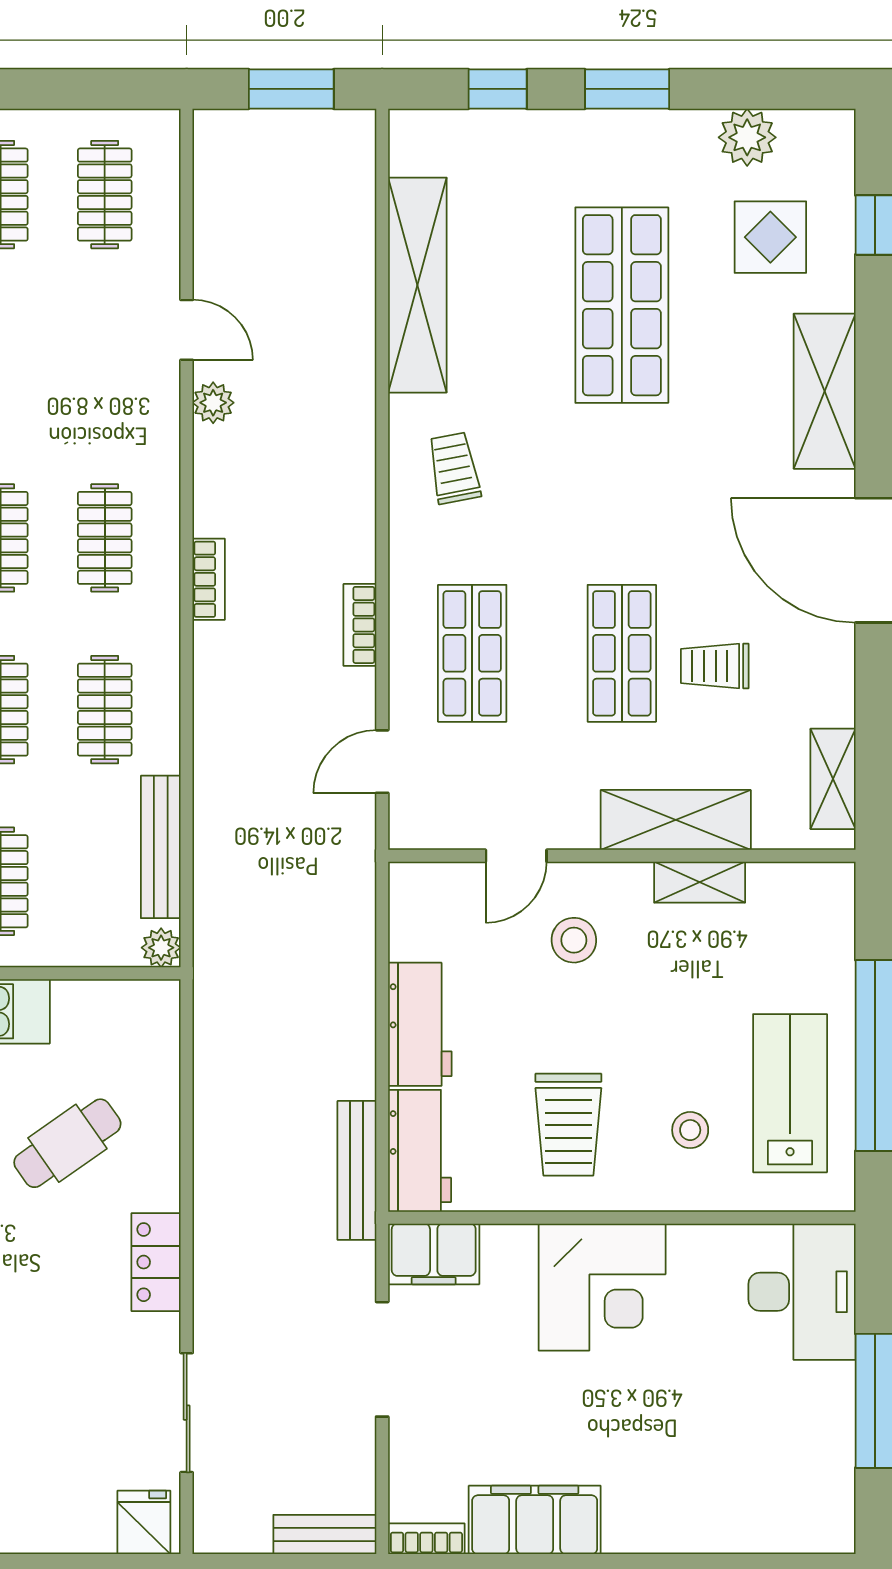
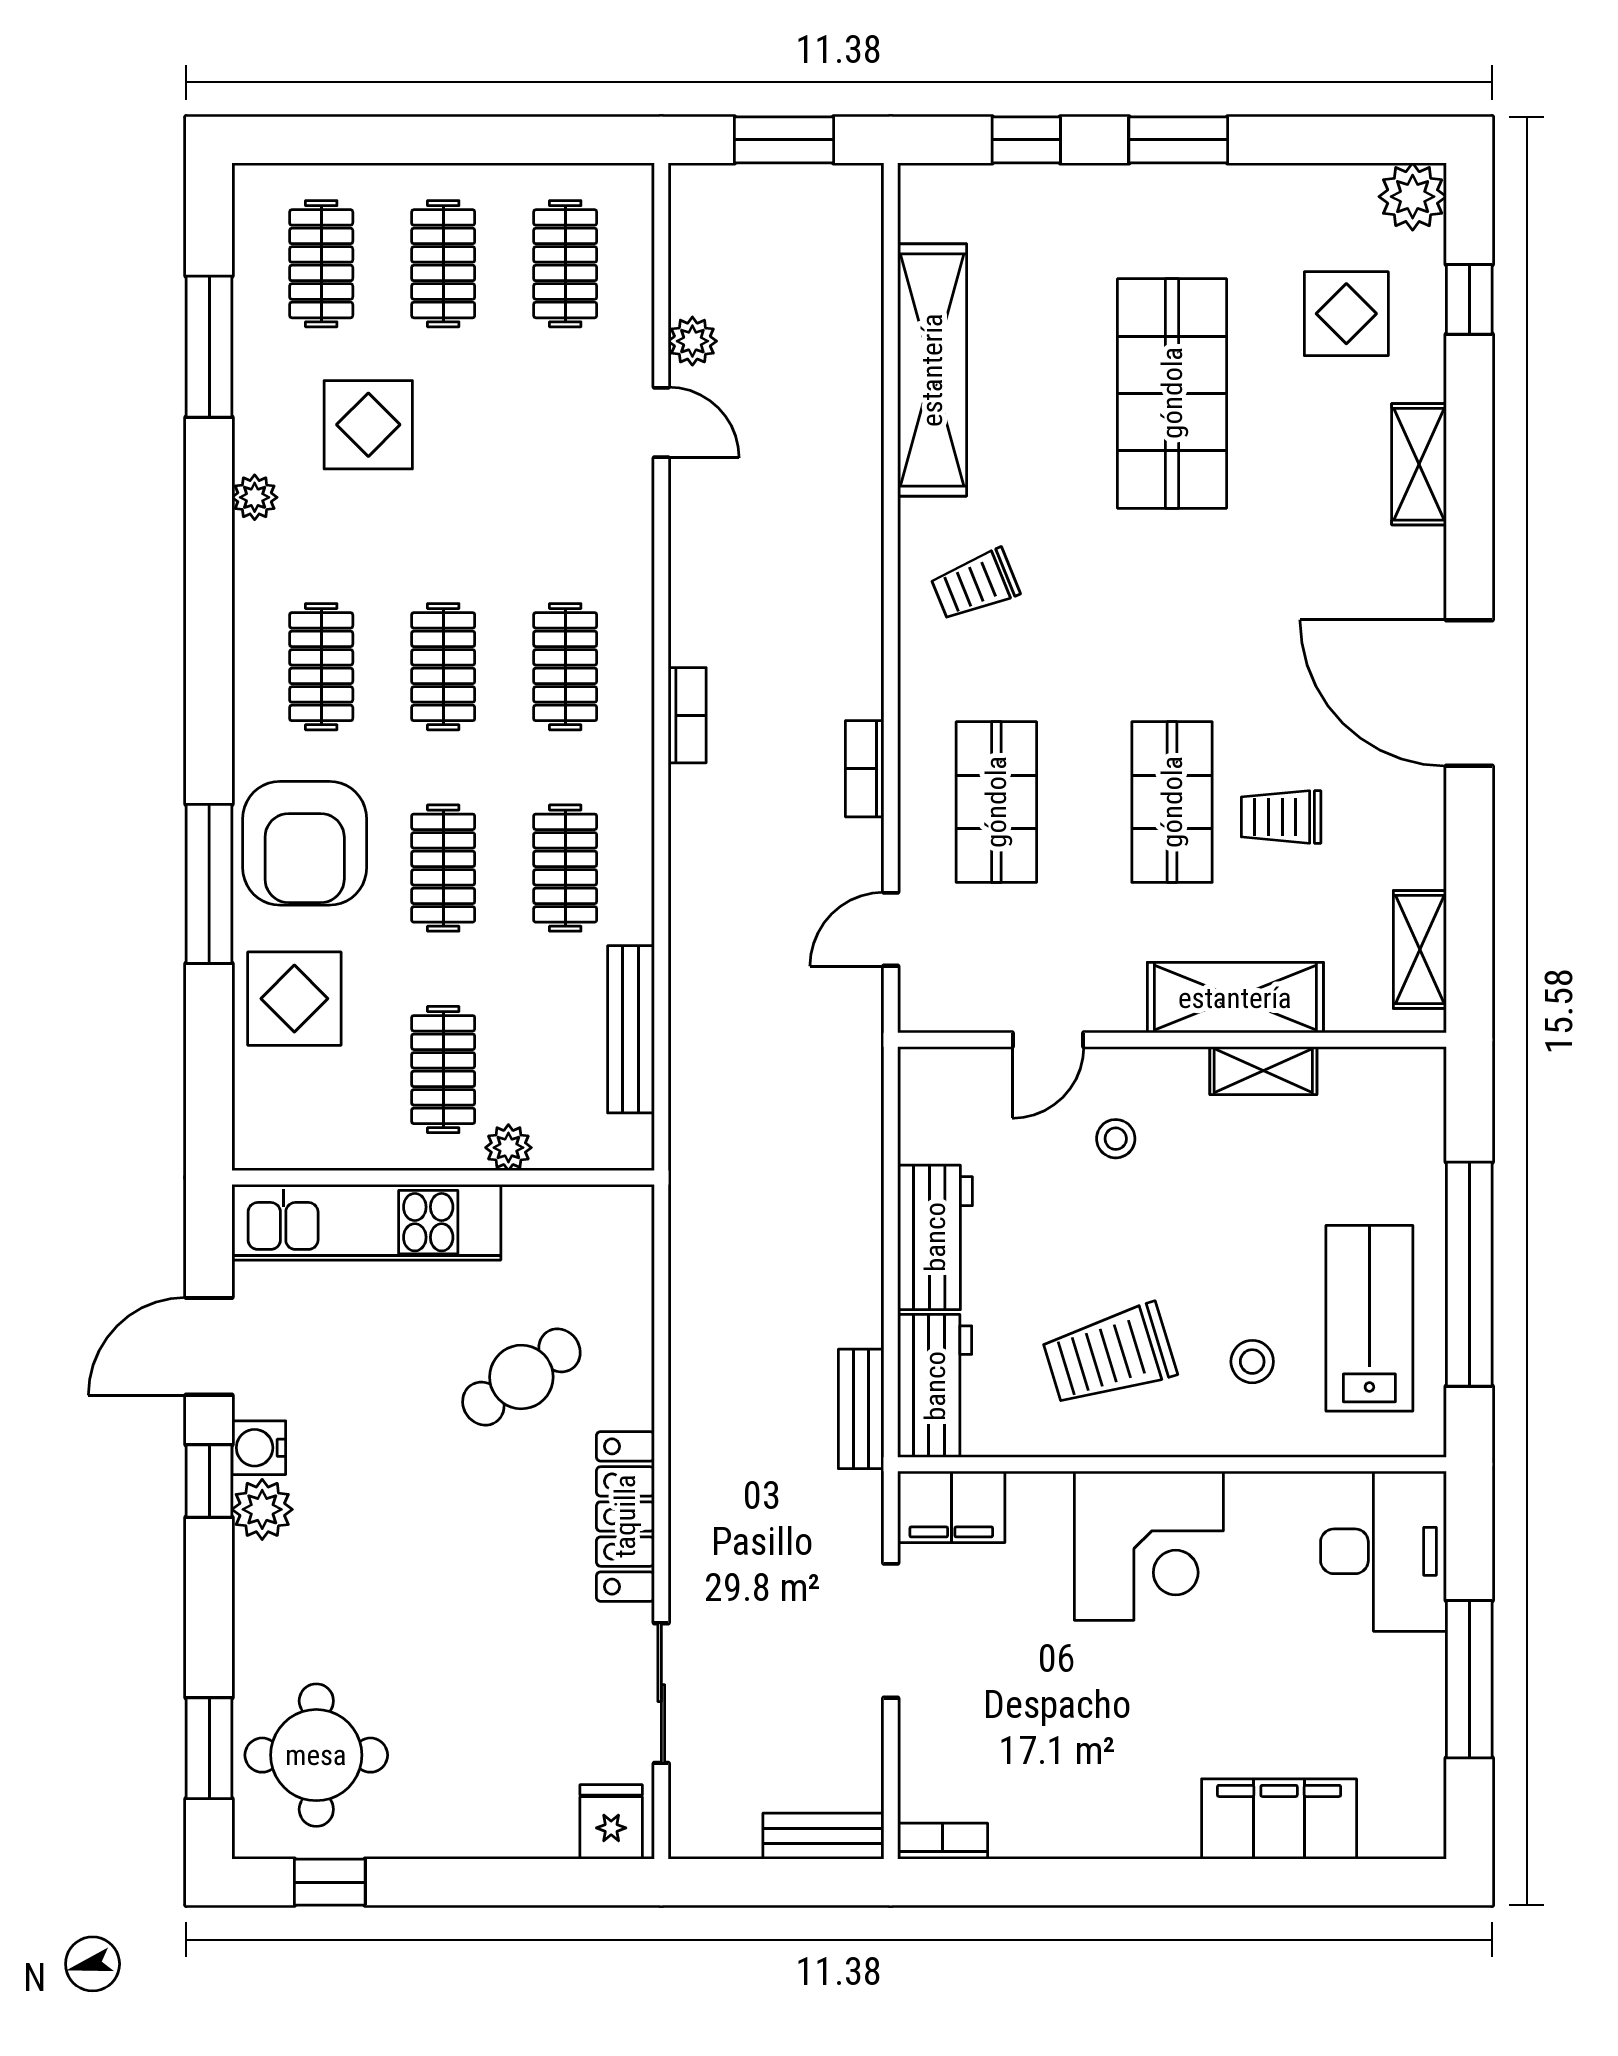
plant: (747, 137) -> (1413, 197), moved
shelving: (825, 391) -> (1419, 464), width x0.67, depth x0.75
plant: (213, 403) -> (692, 341), moved
trolley: (454, 468) -> (975, 585), turned -101
stool: (574, 940) -> (1116, 1139), width x0.73, depth x0.73
plant: (161, 948) -> (508, 1148), moved
trolley: (568, 1125) -> (1109, 1355), turned 73
bench: (357, 1170) -> (861, 1409), width x0.73
locker: (156, 1262) -> (625, 1516), width x1.53
filing cabinet: (535, 1520) -> (1279, 1819), moved

